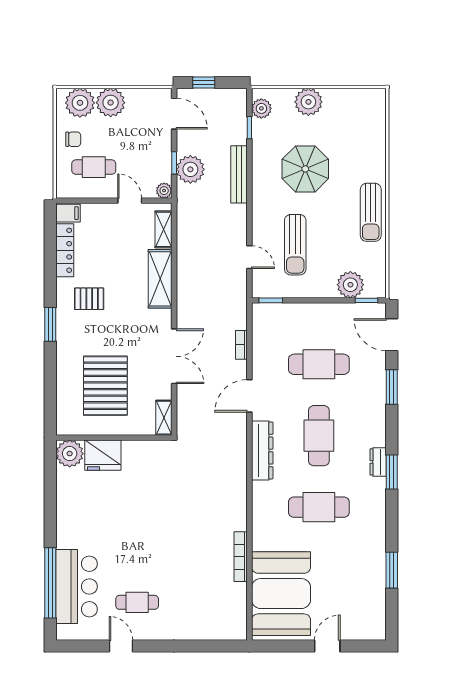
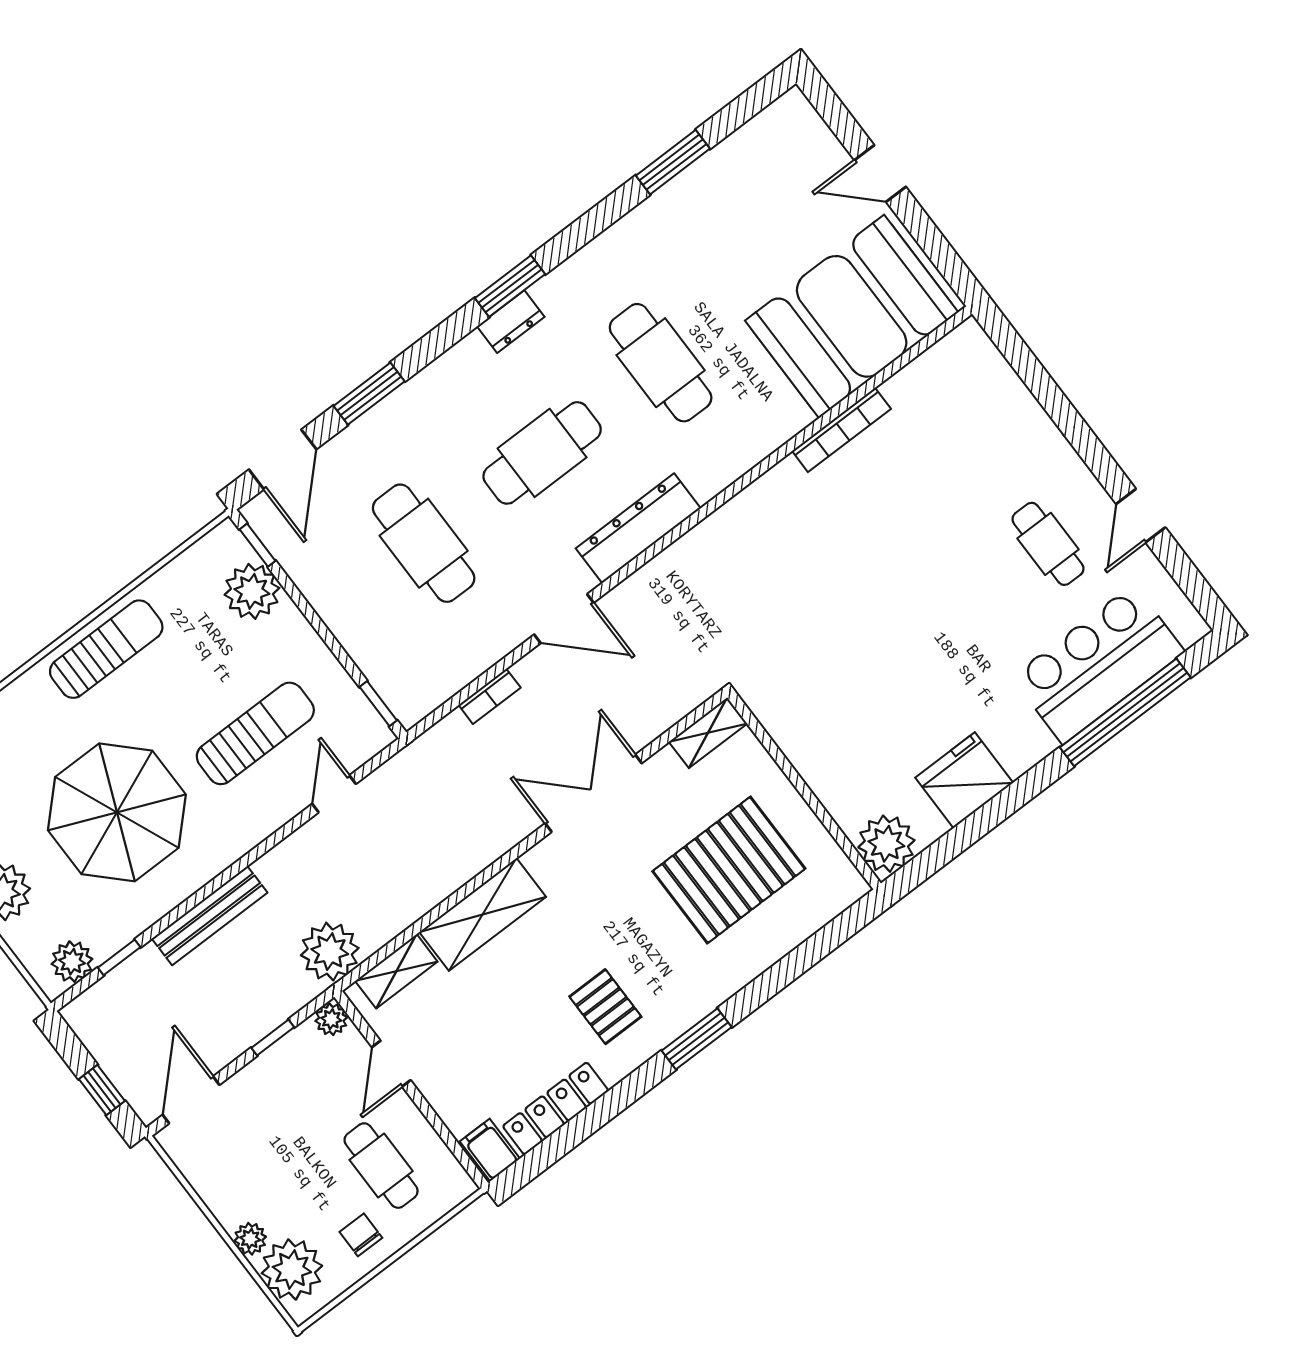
plant: (111, 103) -> (250, 1239), width x0.53, depth x0.53
plant: (190, 169) -> (330, 952), moved
parasol: (305, 169) -> (117, 812), width x1.36, depth x1.36
fridge: (103, 455) -> (964, 780), moved, turned -90

